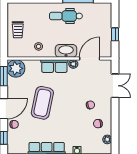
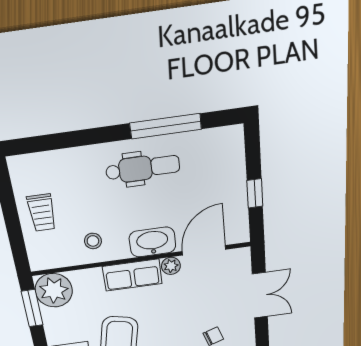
dental chair: (66, 16) -> (143, 168), turned 180

